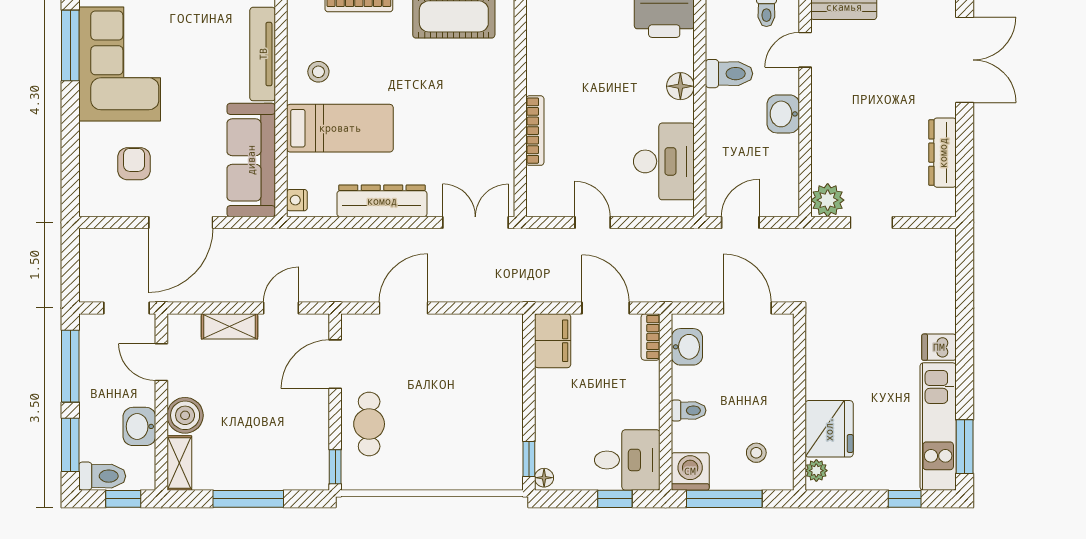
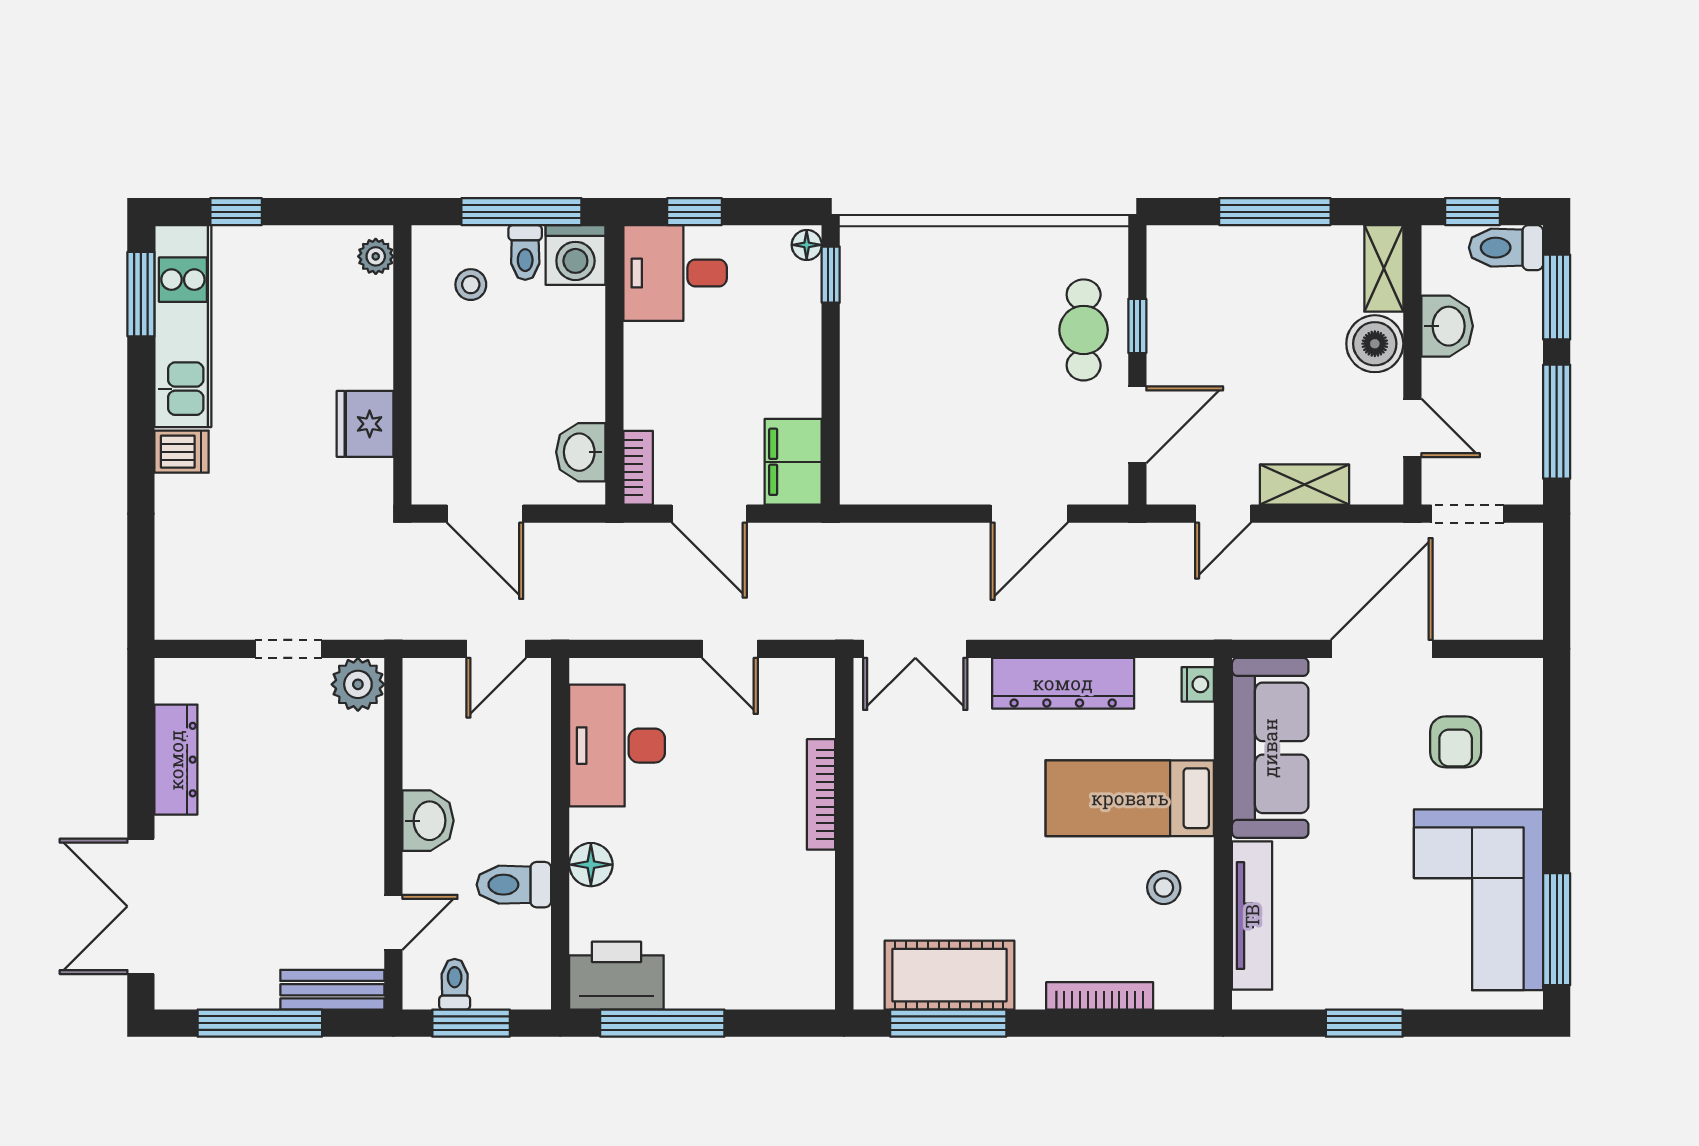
toilet: (689, 410) -> (525, 252), moved, turned -90
fridge: (829, 429) -> (365, 424), moved, width x0.73, depth x0.75
window: (335, 467) -> (1137, 326), moved

